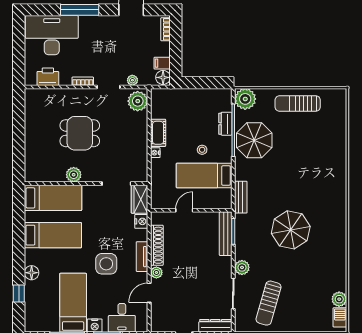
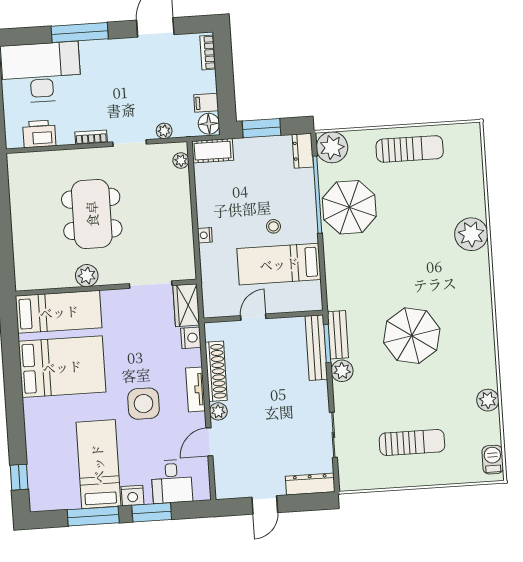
window: (198, 83) -> (262, 128), added
plant: (138, 101) -> (181, 161), width x0.53, depth x0.53
sun lounger: (298, 104) -> (410, 149), turned 180
dresser: (225, 124) -> (303, 151), moved
dining table: (80, 133) -> (92, 214), width x1.38
cot: (158, 133) -> (213, 151), moved, turned 90
plant: (336, 164) -> (471, 234), added
bench: (241, 197) -> (338, 335), moved
bed: (53, 235) -> (62, 367), width x1.50
plant: (242, 267) -> (342, 371), moved
floor lamp: (32, 273) -> (34, 424), removed
window: (19, 294) -> (19, 477), moved
plant: (339, 299) -> (488, 400), moved
sun lounger: (269, 303) -> (412, 442), moved, turned -106

